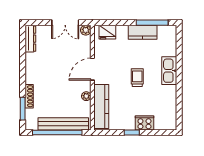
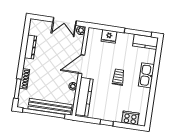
fridge: (107, 32) -> (109, 36), moved
kitchen counter: (143, 32) -> (146, 42), moved
dresser: (30, 39) -> (31, 47), moved
cooker: (144, 123) -> (130, 118), moved

